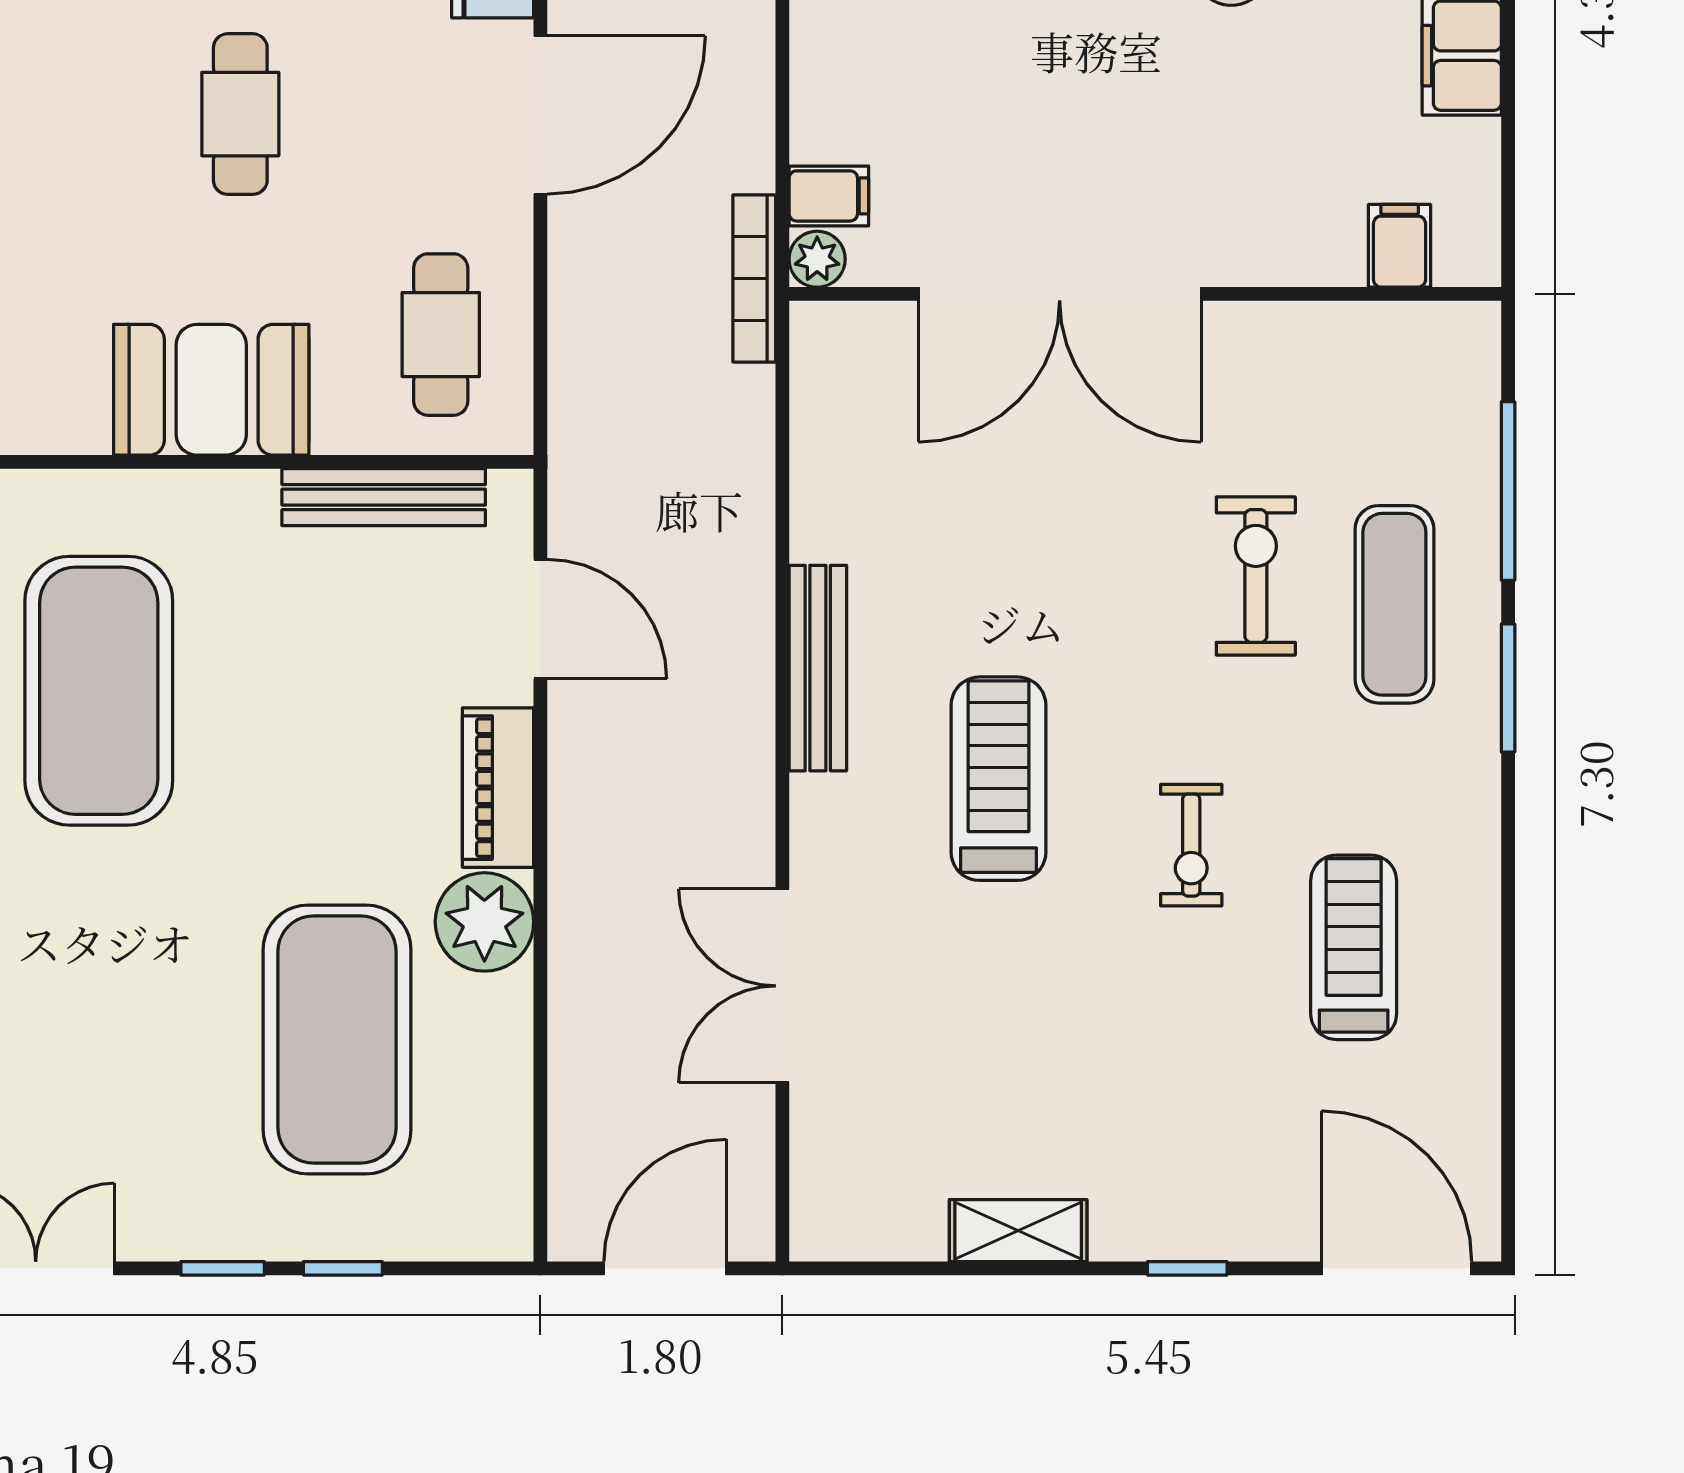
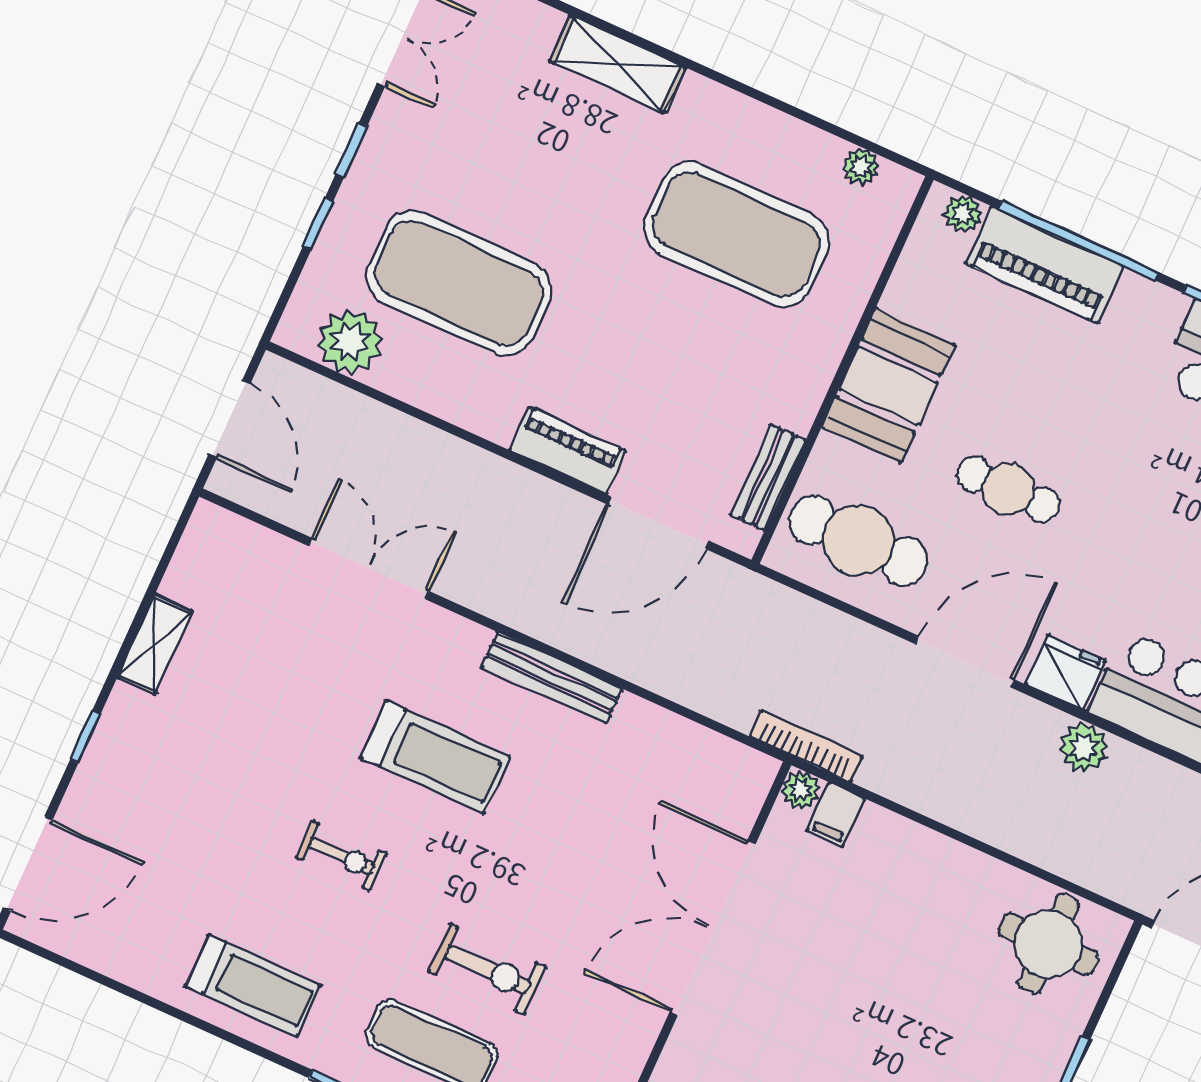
cafe table: (240, 114) -> (1008, 489), moved
door: (540, 115) -> (964, 662), swing flipped
cafe table: (441, 335) -> (859, 540), width x1.37, depth x1.35
bench: (384, 497) -> (768, 477), width x0.73
door: (540, 619) -> (658, 523), width x1.36
exercise bike: (1191, 845) -> (341, 856), turned 180
plant: (484, 922) -> (350, 342), moved
treadmill: (1354, 947) -> (253, 986), moved

